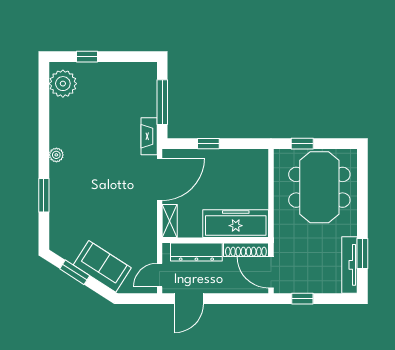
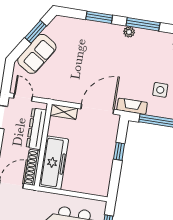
side table: (123, 104) -> (160, 90), added
window: (44, 139) -> (143, 24), added
door: (160, 179) -> (97, 109), swing flipped

